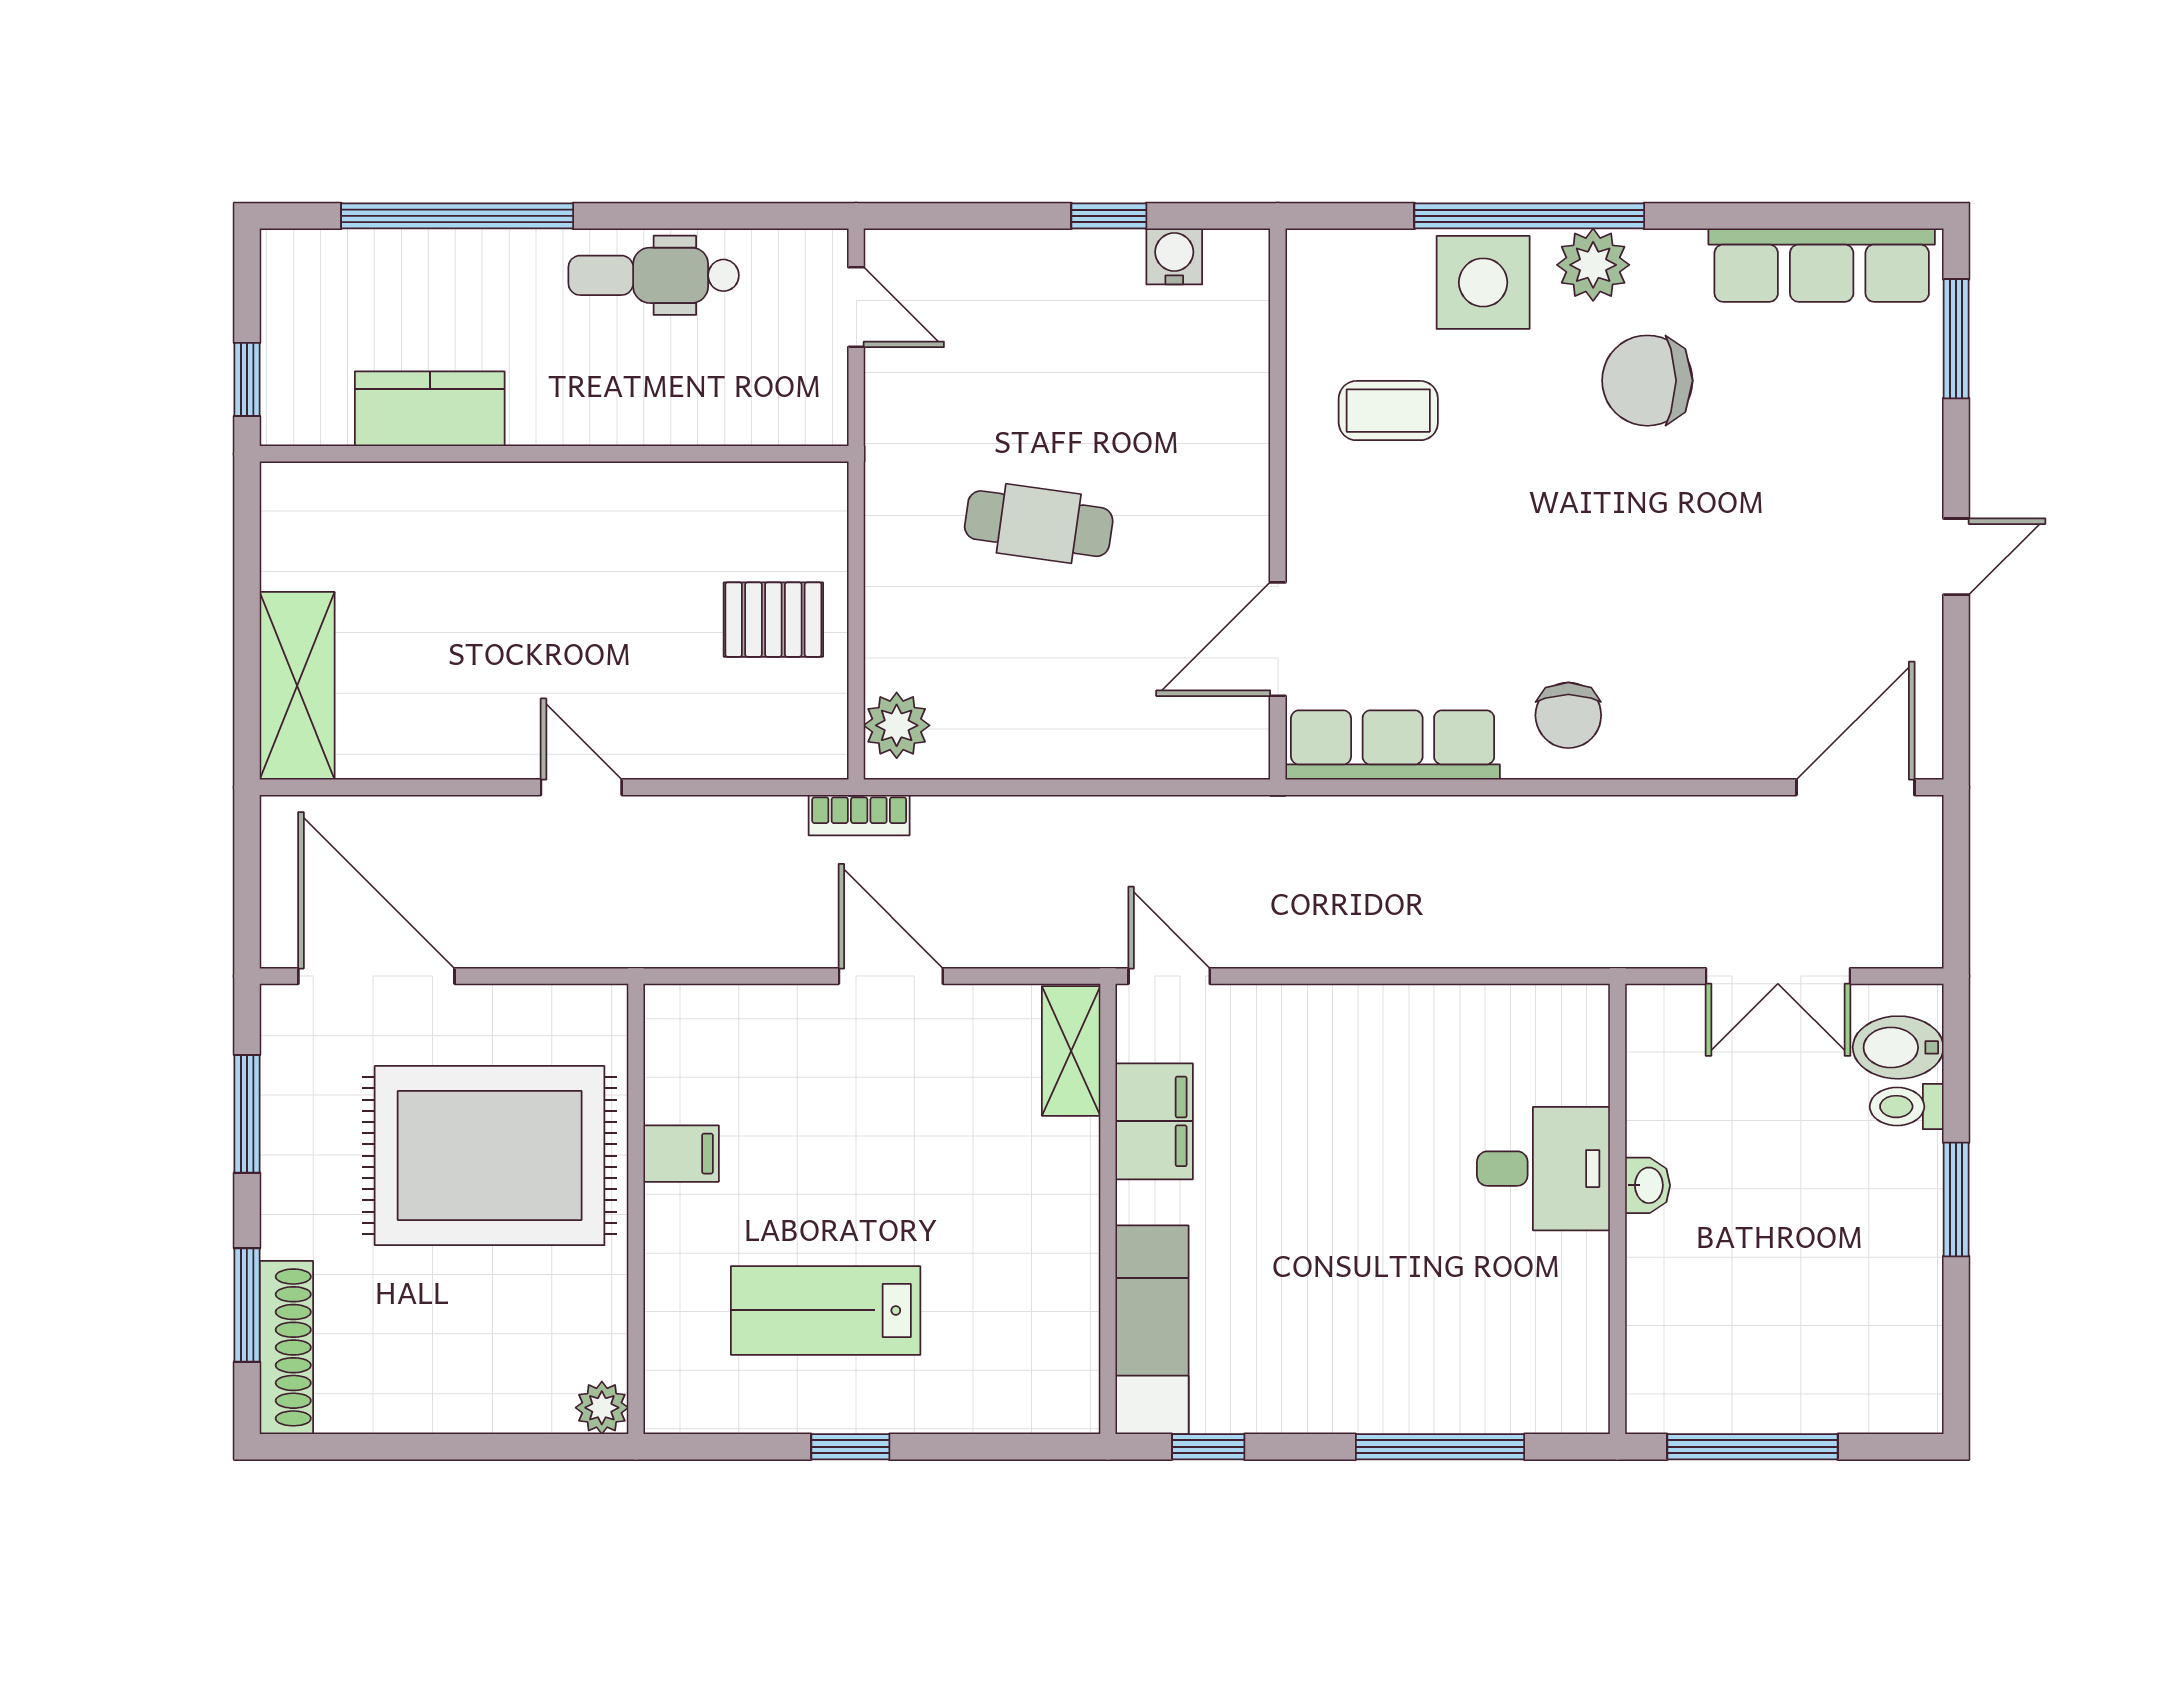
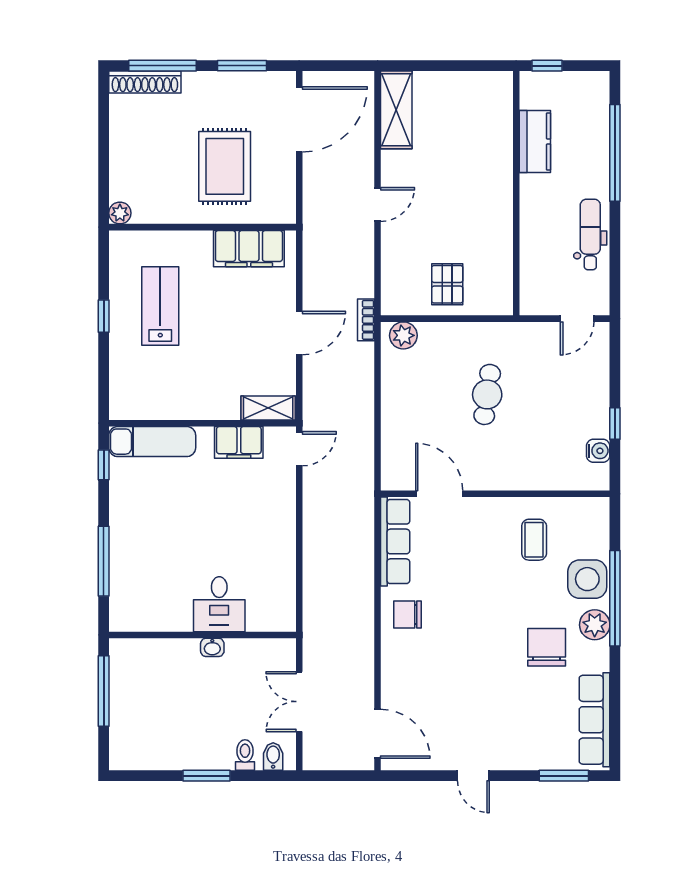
shelving: (297, 686) -> (396, 110), moved, turned 90
bidet: (1898, 1047) -> (273, 756), width x0.72, depth x0.74
filing cabinet: (681, 1154) -> (249, 249), width x3.00, depth x1.17
rug: (490, 1156) -> (225, 166), width x0.73, depth x0.69
window: (247, 1305) -> (163, 66), width x1.44

